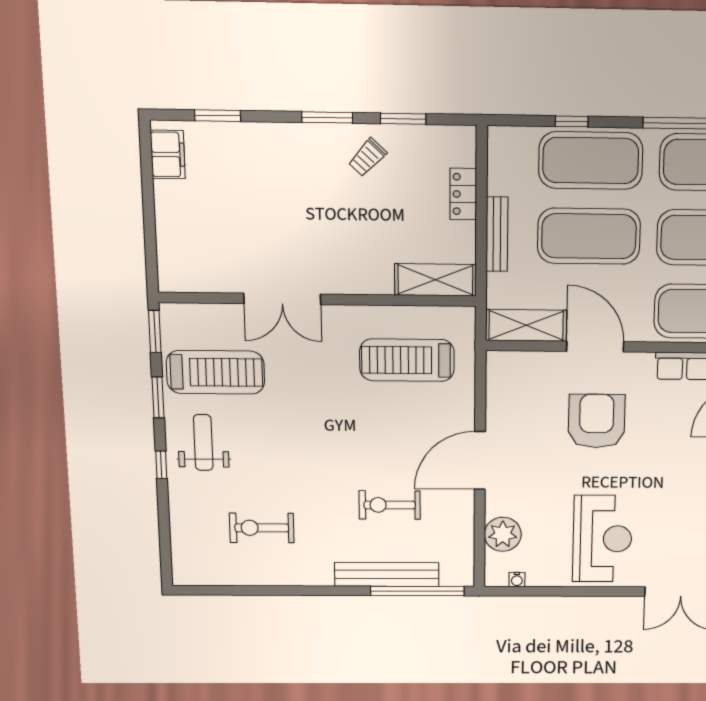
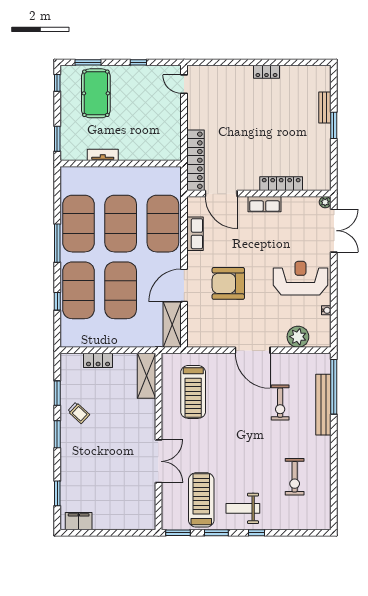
bench: (497, 234) -> (120, 342), removed
water cooler: (517, 580) -> (326, 310), moved

